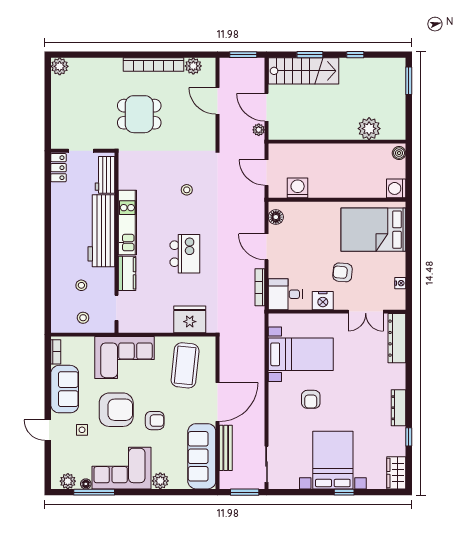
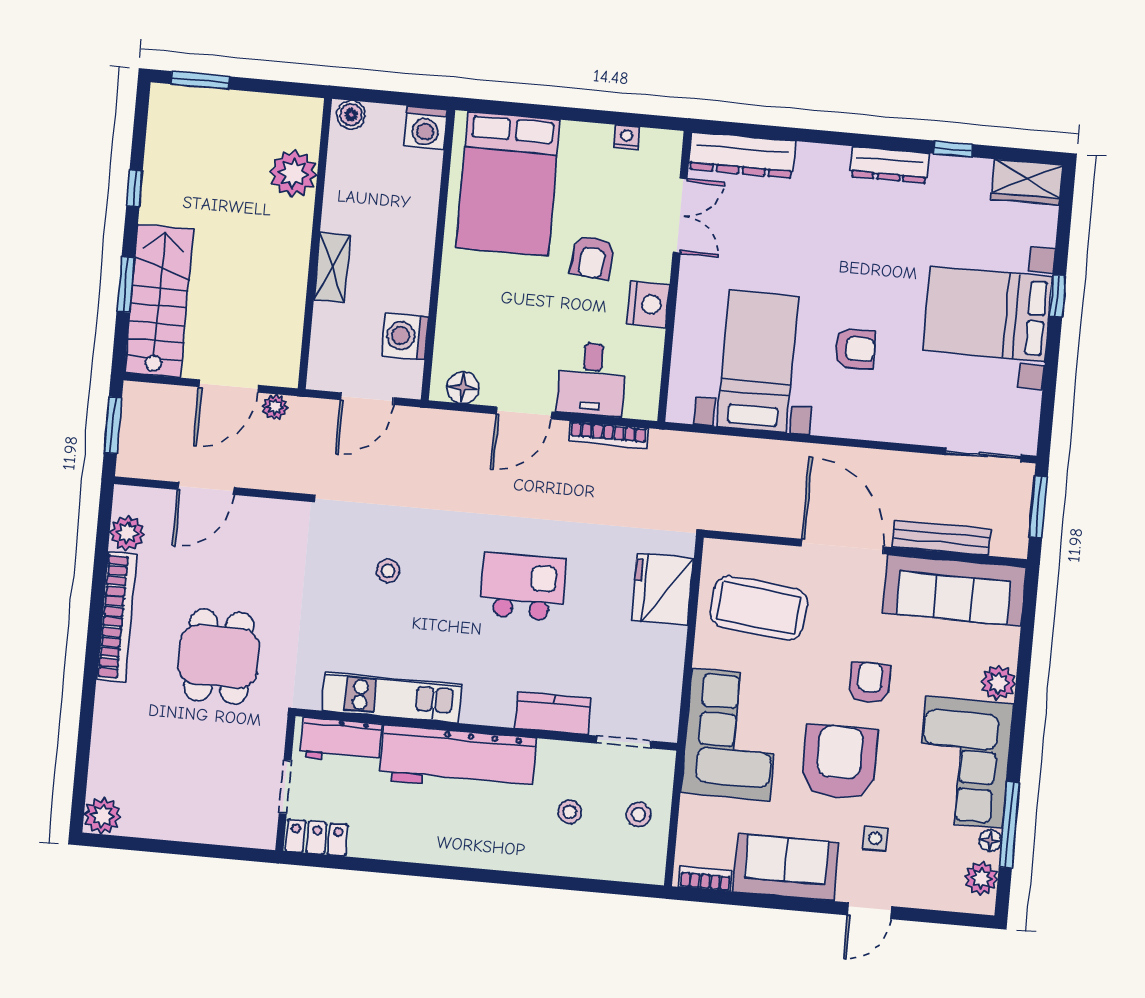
shelving: (326, 151) -> (332, 268), added
kitchen unit: (127, 223) -> (392, 698), moved
desk: (285, 294) -> (592, 379), moved

